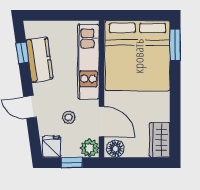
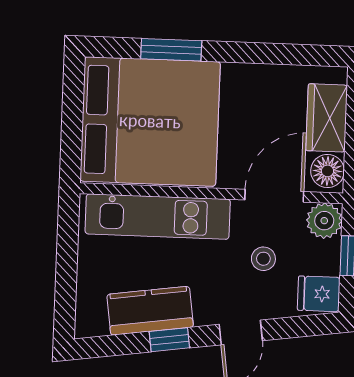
window: (175, 45) -> (171, 50), moved
window: (22, 53) -> (169, 340), moved
wardrobe: (160, 140) -> (327, 118), moved, turned 90

